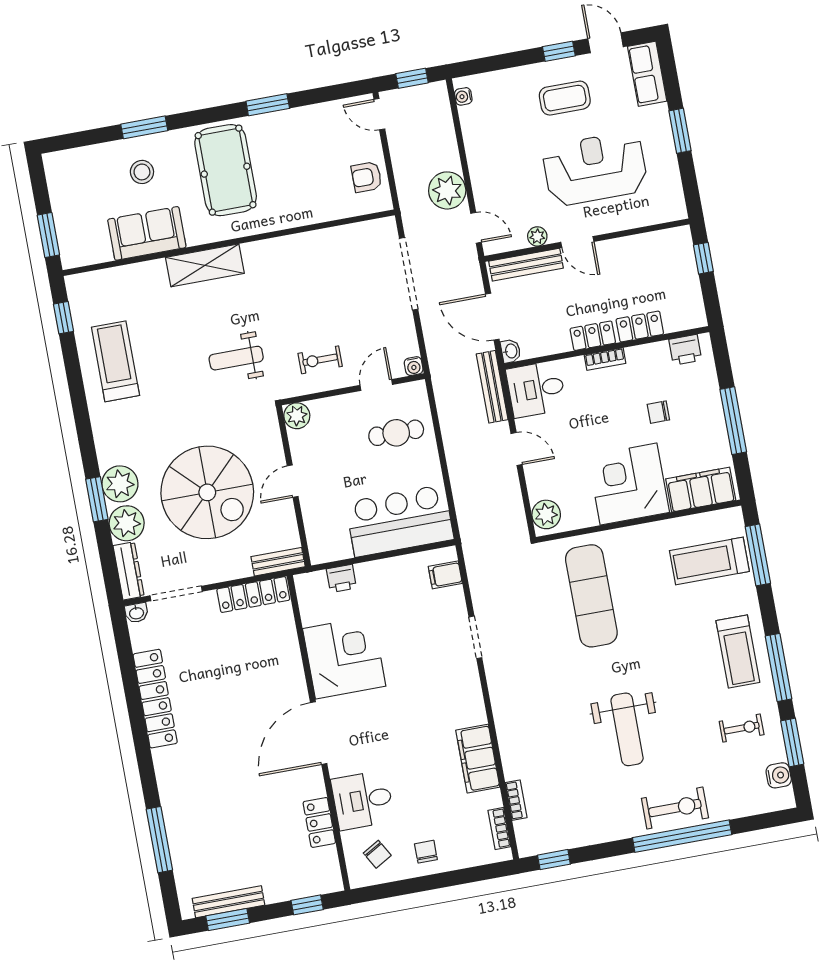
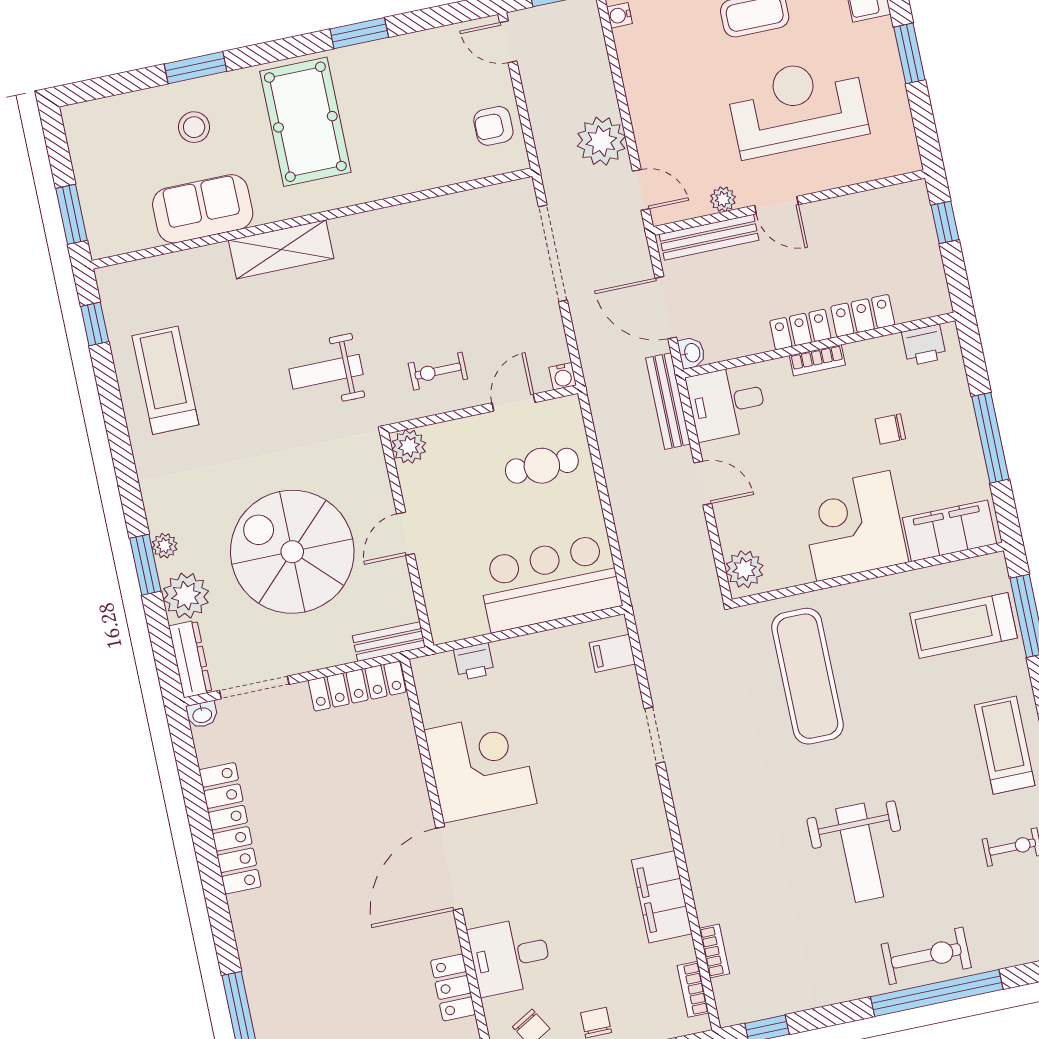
plant: (120, 484) -> (165, 546), width x0.53, depth x0.53
spiral stairs: (207, 492) -> (292, 552), turned 180
treadmill: (738, 652) -> (1005, 745), turned 180

